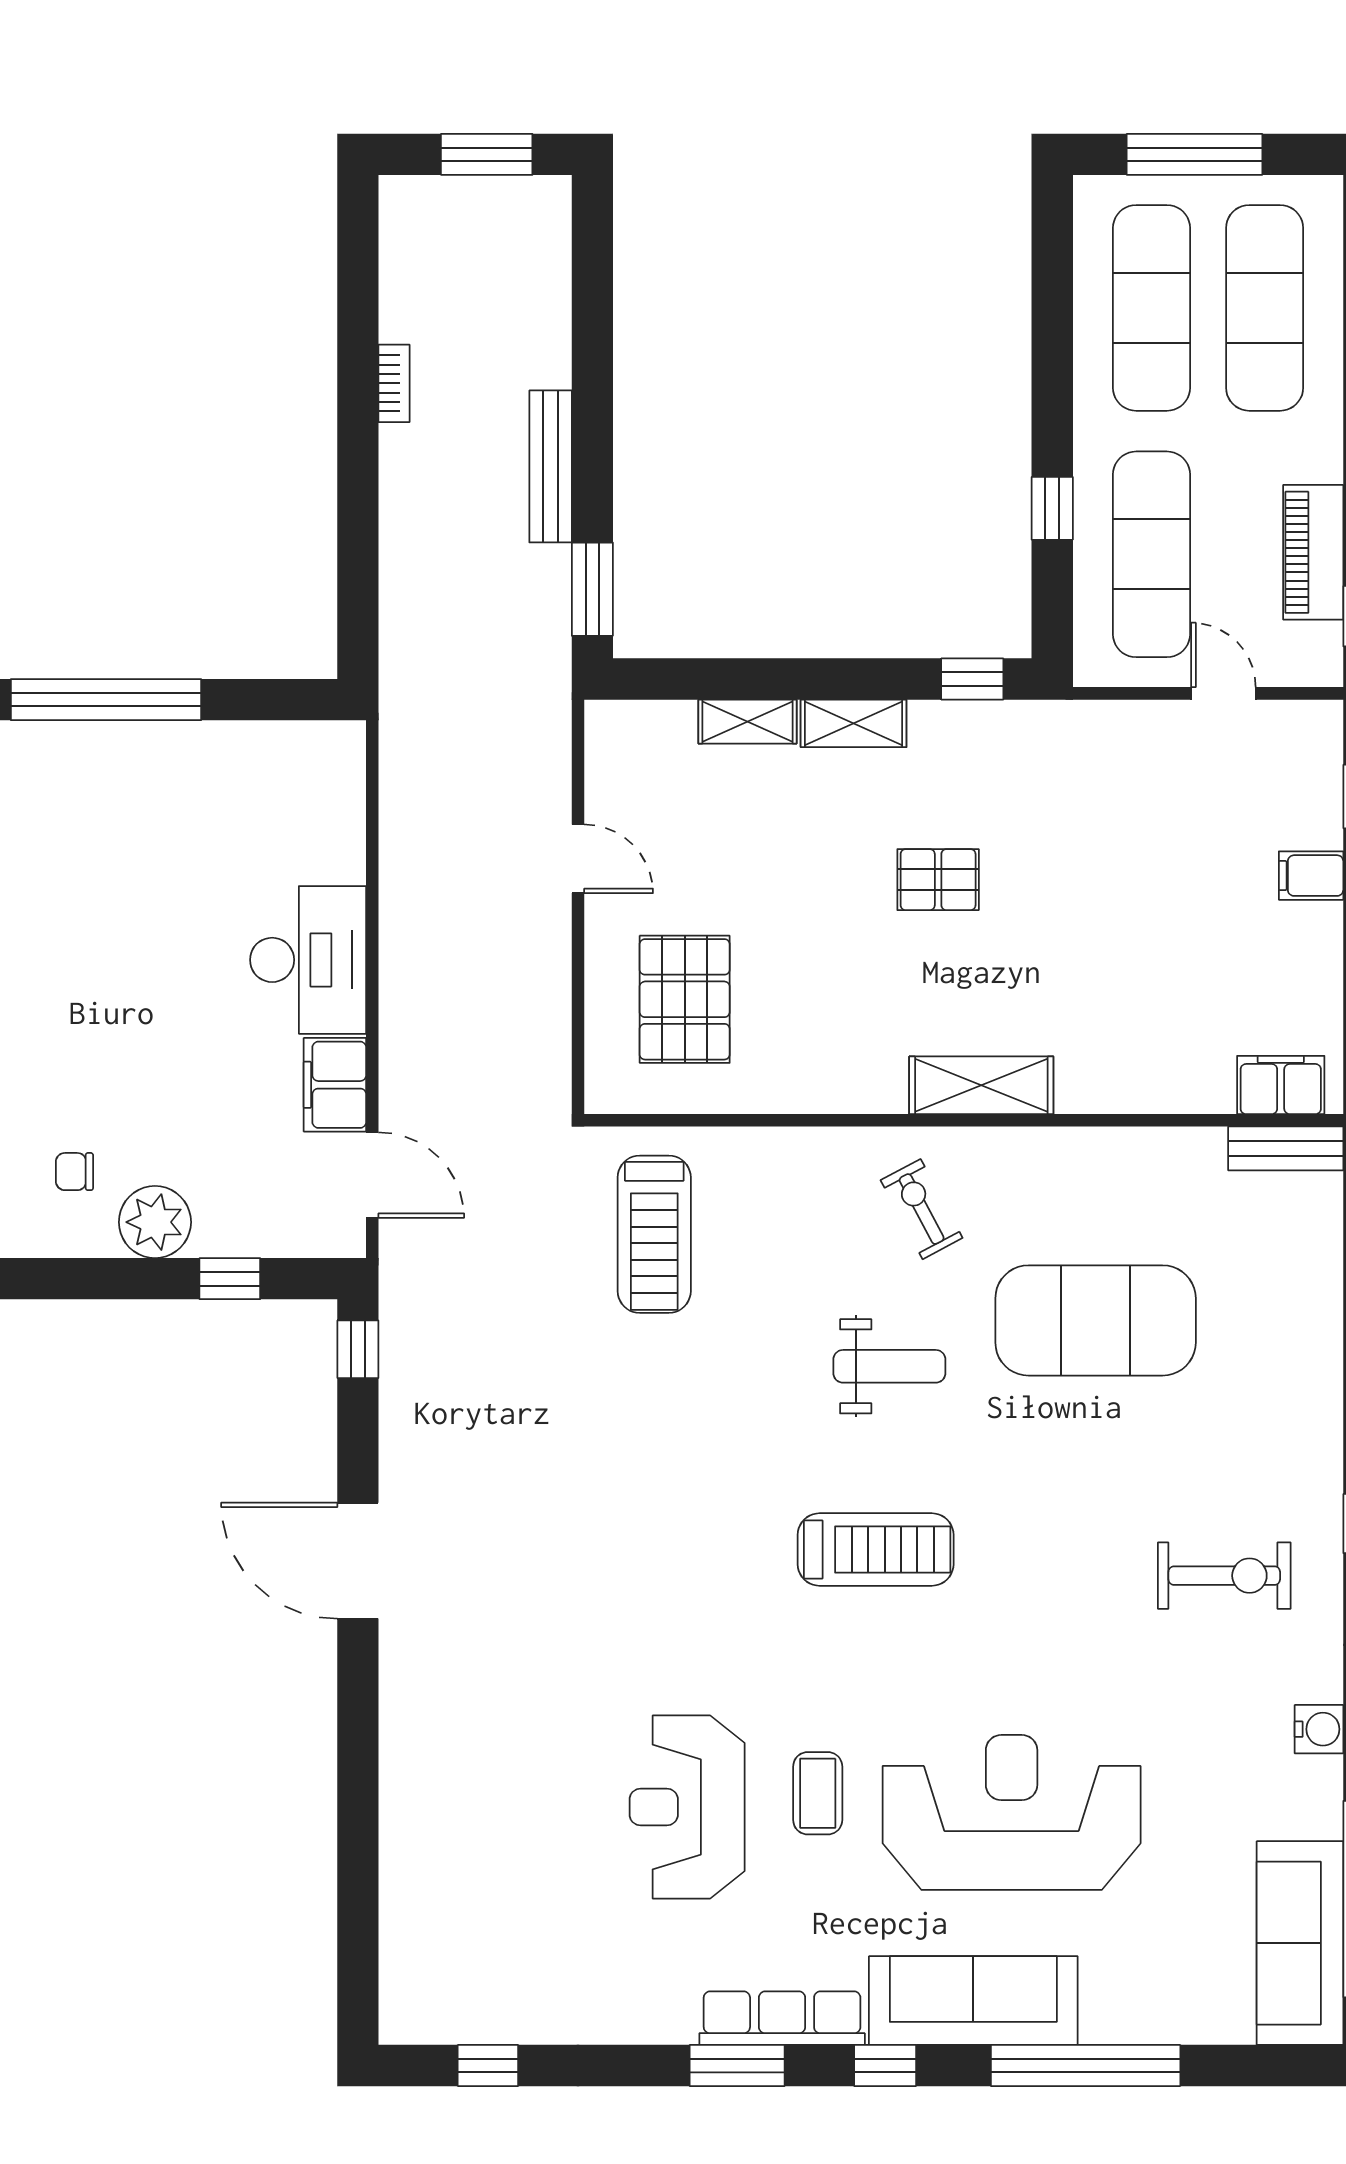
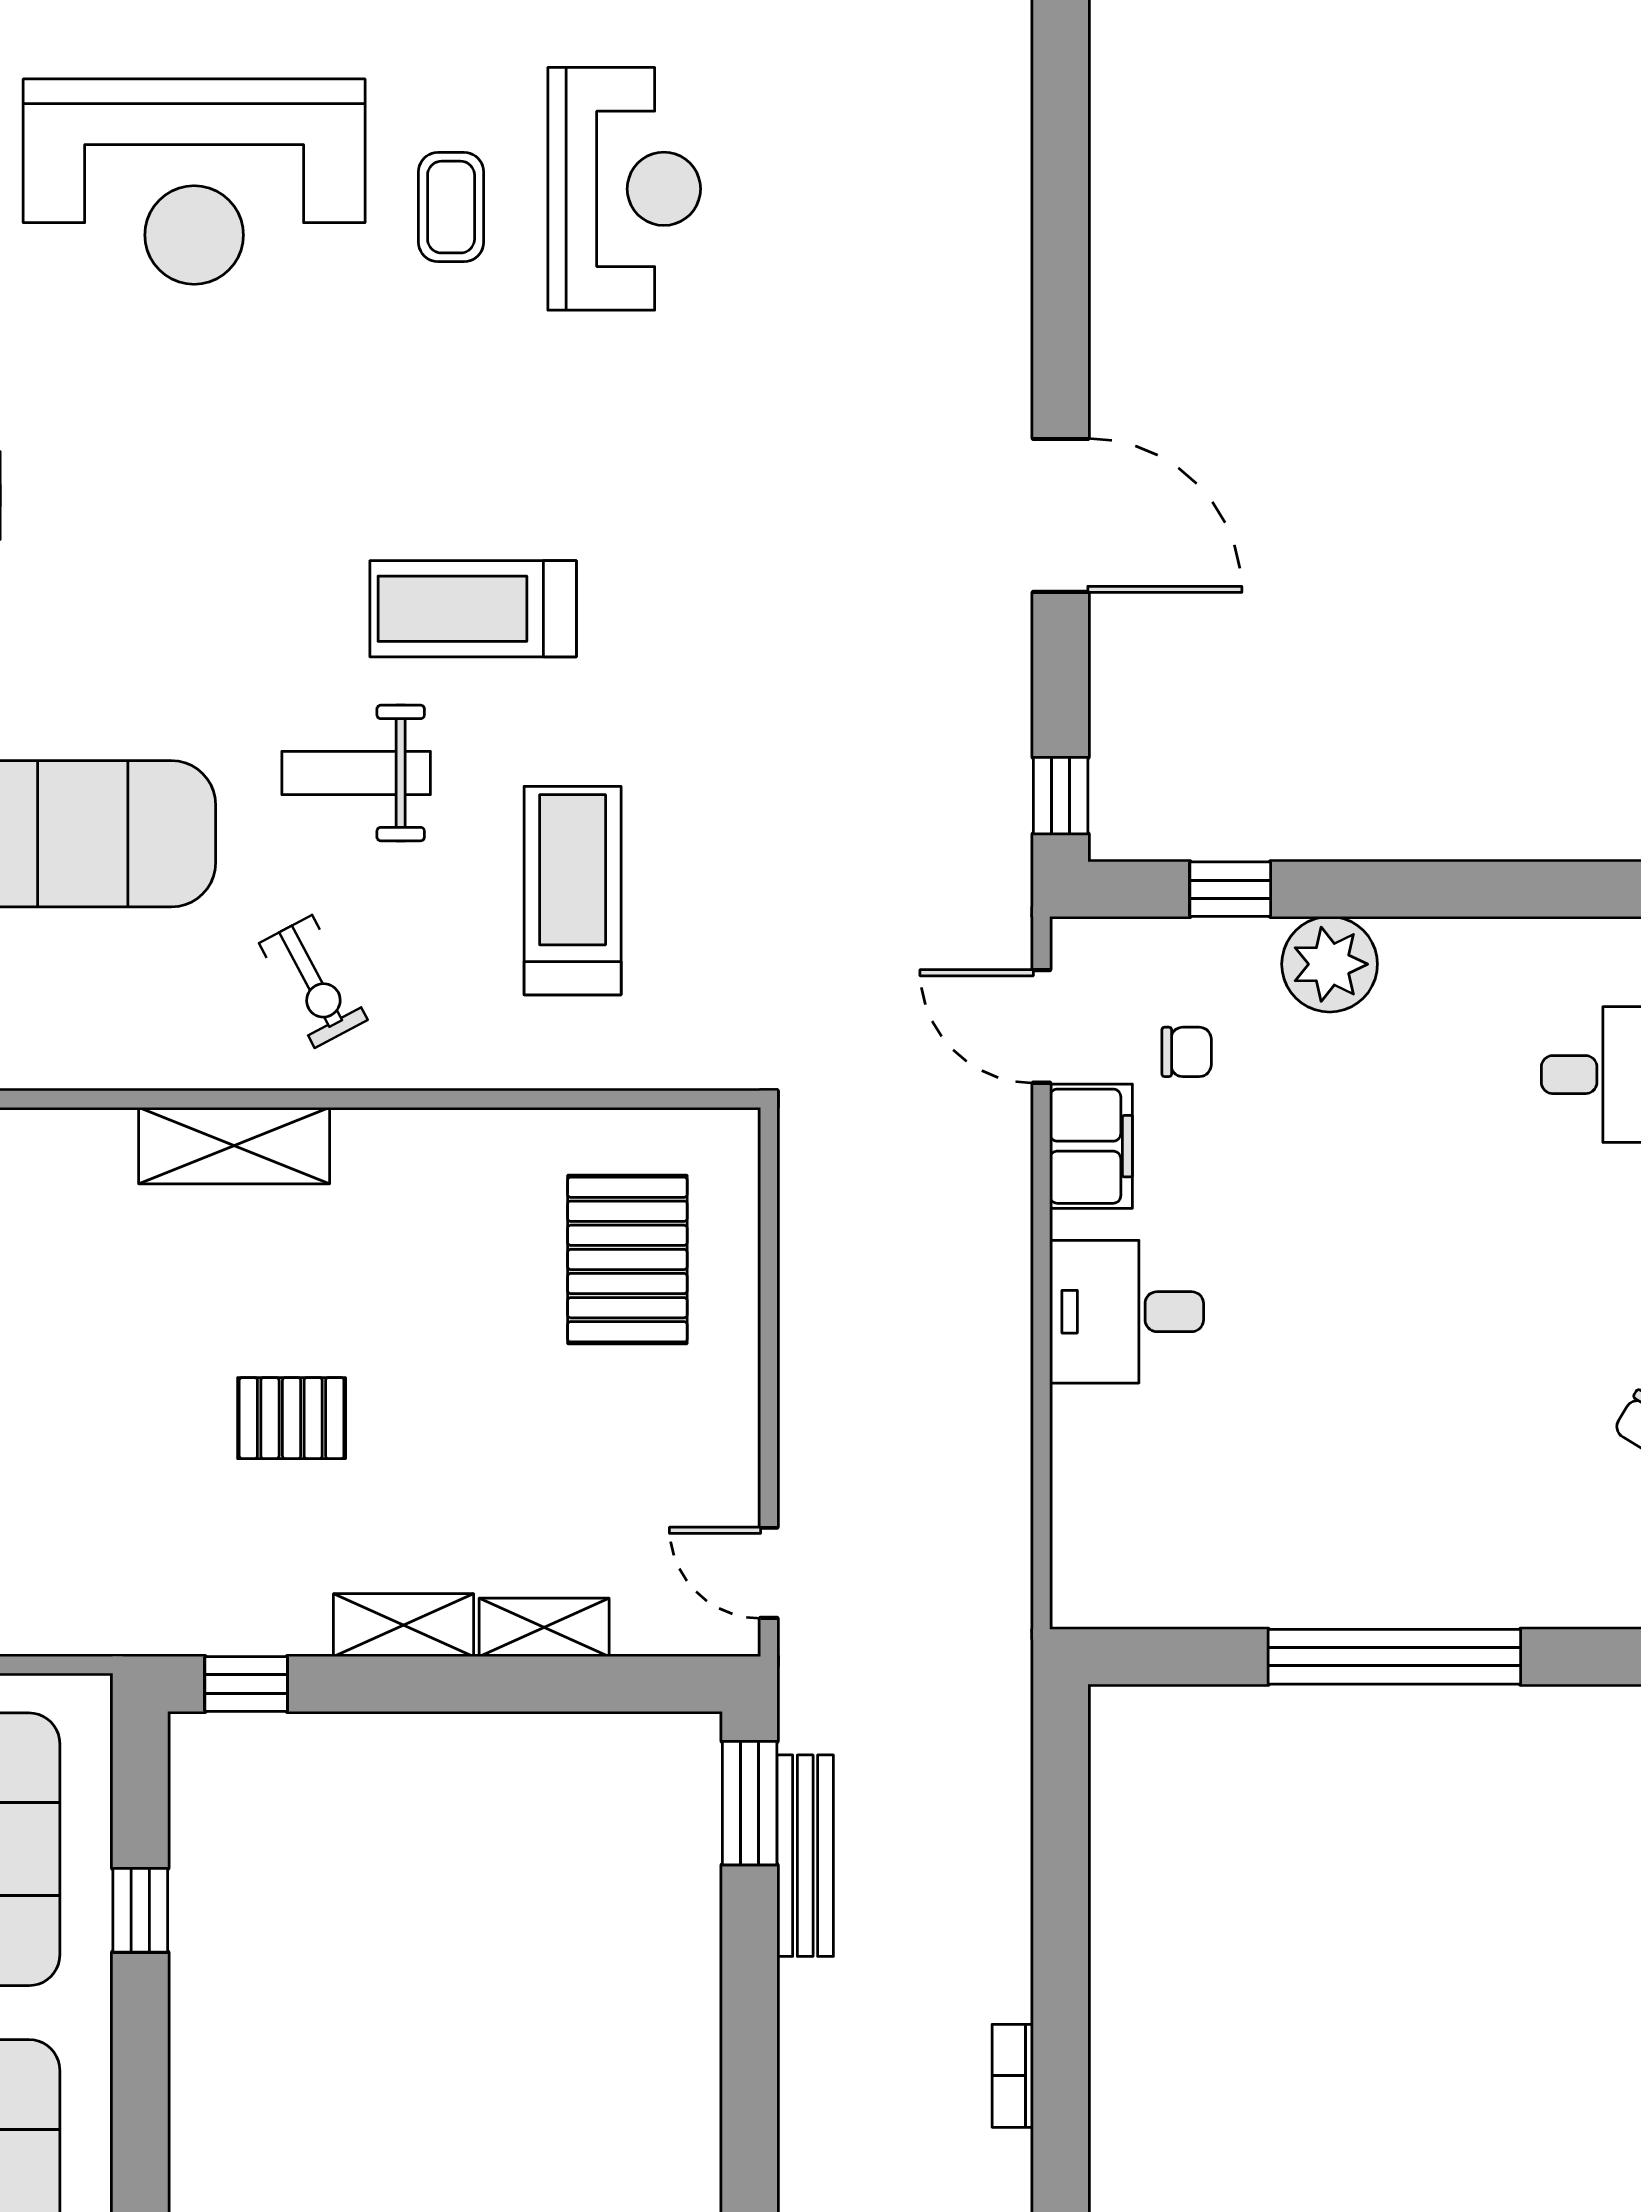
bench: (551, 466) -> (805, 1856), moved
door: (578, 859) -> (769, 1573), moved
desk: (308, 960) -> (1127, 1312), width x0.73
chair: (74, 1172) -> (1187, 1052), moved
treadmill: (654, 1234) -> (573, 891), moved
treadmill: (876, 1550) -> (473, 609), moved

